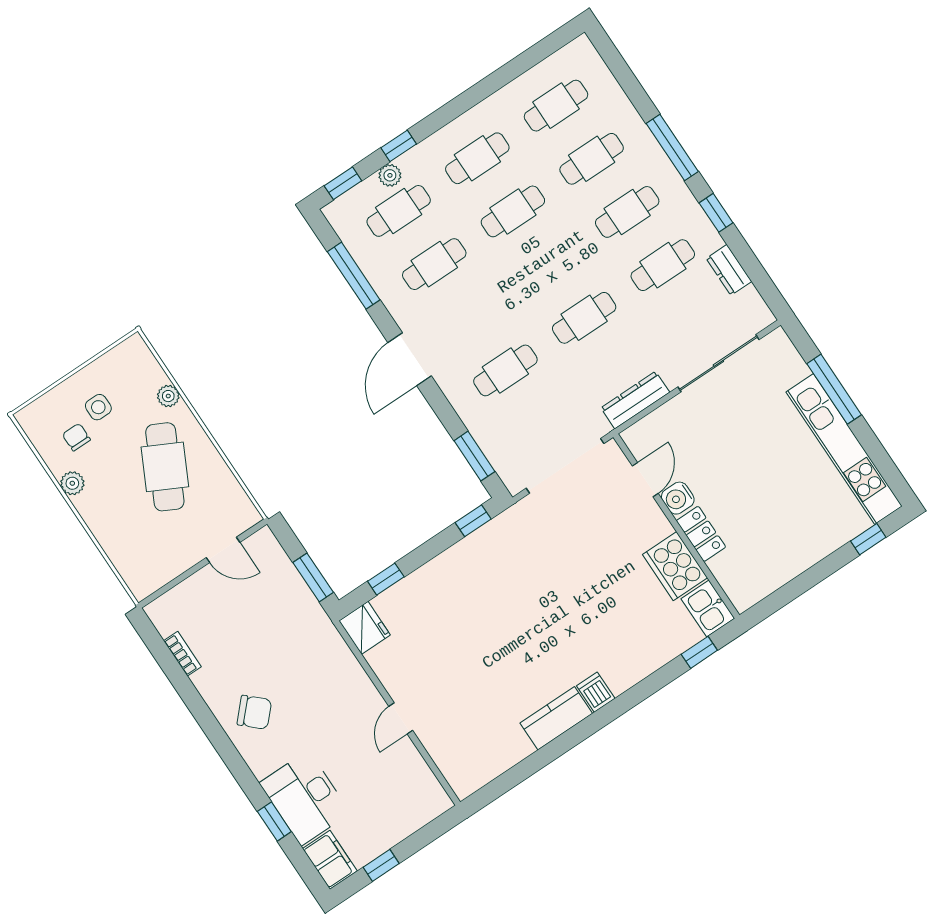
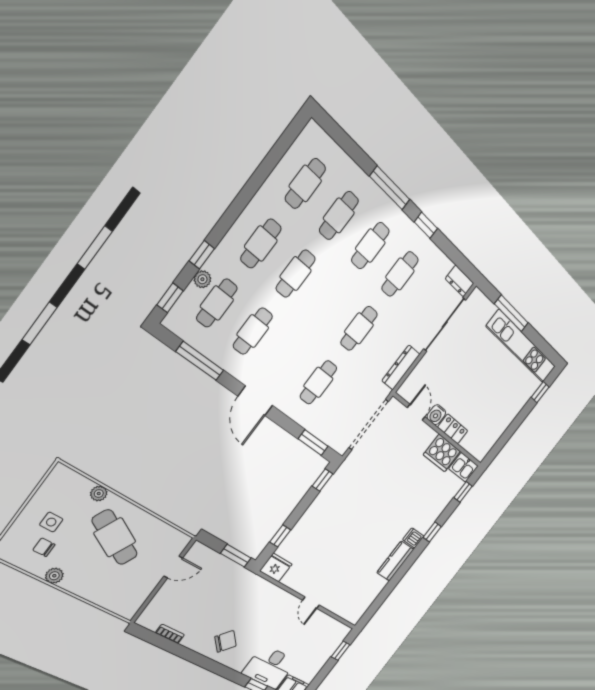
dresser: (729, 270) -> (460, 281), moved
window: (631, 698) -> (432, 532), added
window: (381, 865) -> (341, 651), moved

